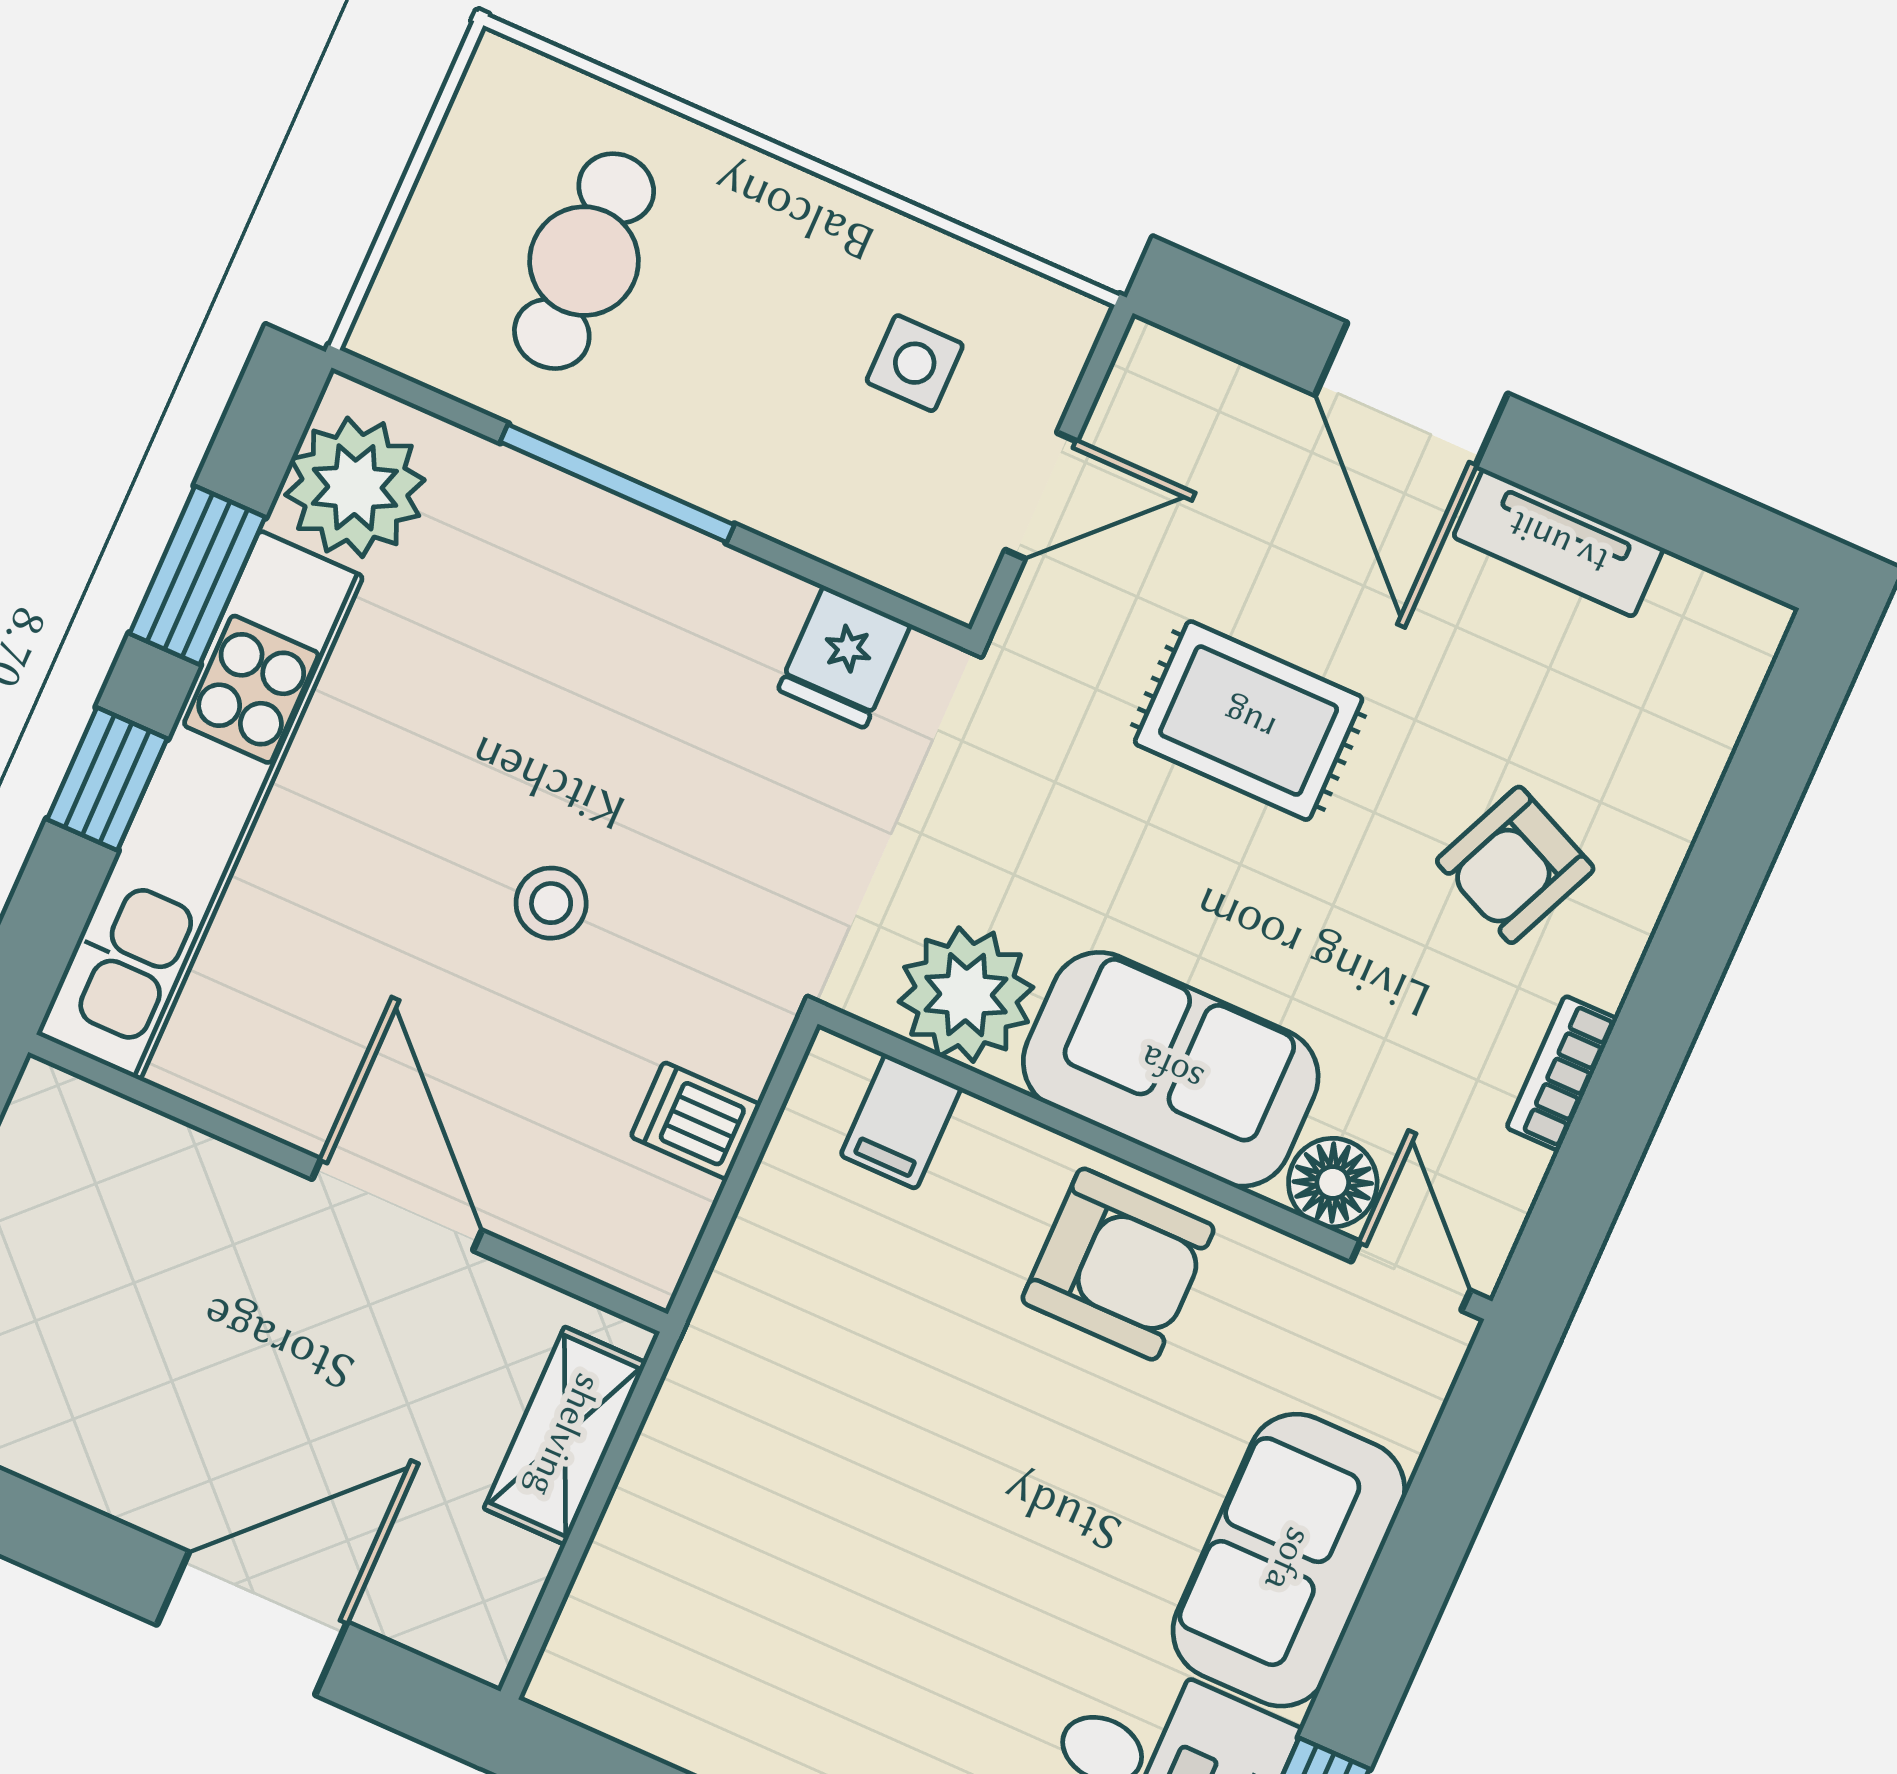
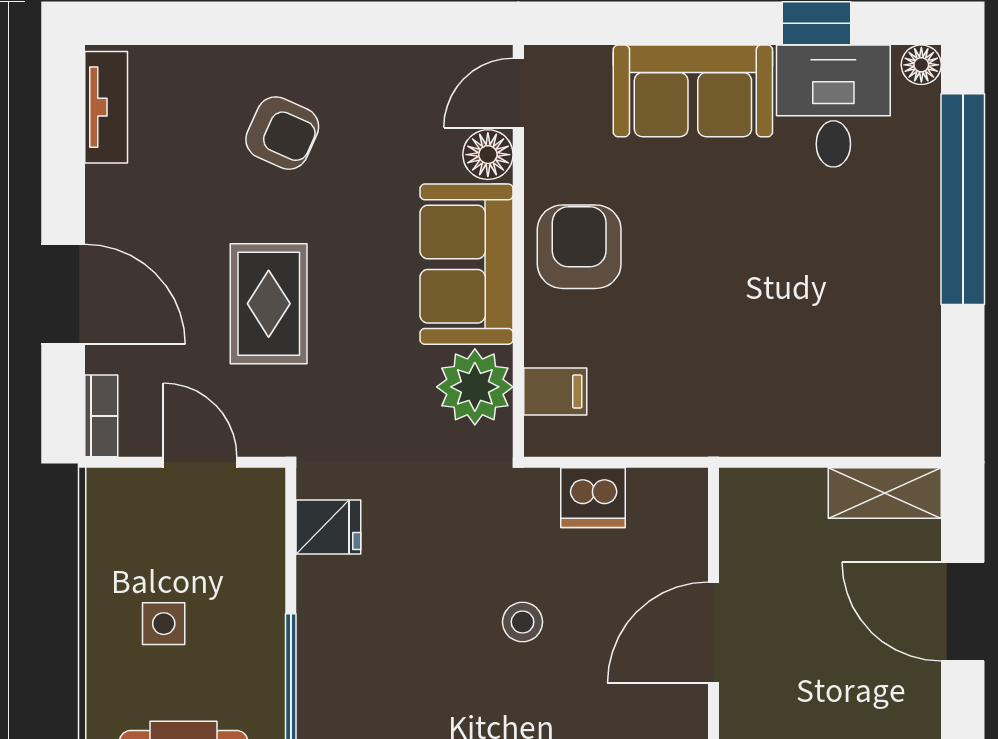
side table: (915, 363) -> (164, 624), moved
door: (1411, 394) -> (63, 294), hinge flipped
tv unit: (1558, 543) -> (106, 107), moved
bookcase: (1562, 1073) -> (101, 416), moved, turned -90
dishwasher: (695, 1121) -> (593, 498), width x1.38
shelving: (565, 1436) -> (885, 493), moved

